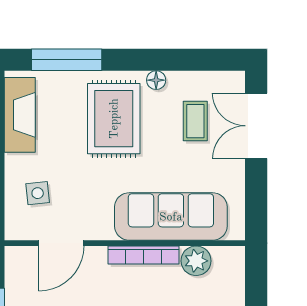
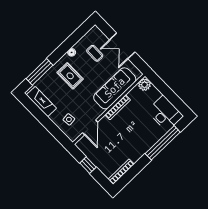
rug: (114, 119) -> (70, 76), width x0.73, depth x0.70
double door: (256, 126) -> (122, 46), moved
plant: (196, 261) -> (144, 85), moved

